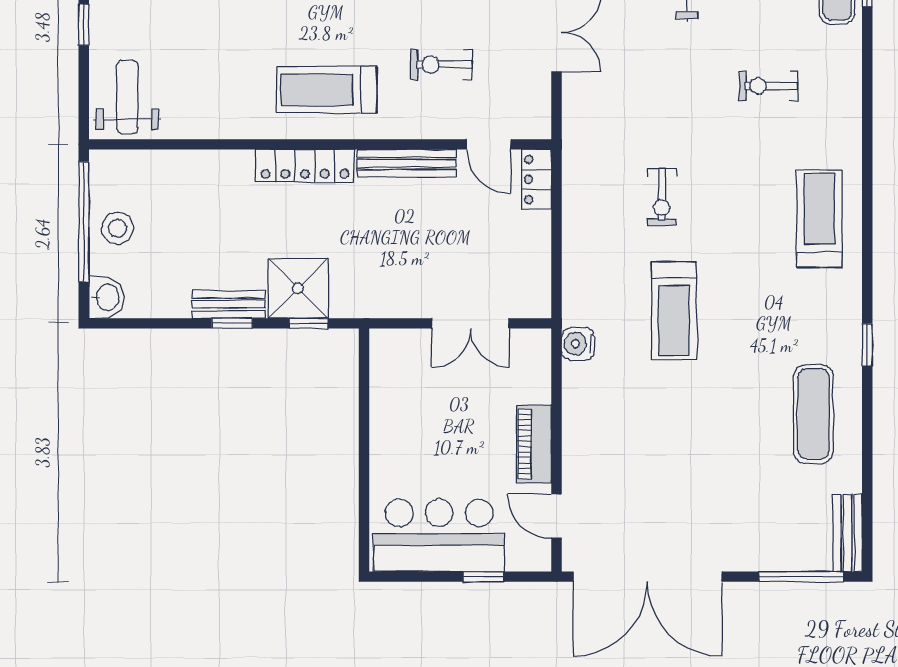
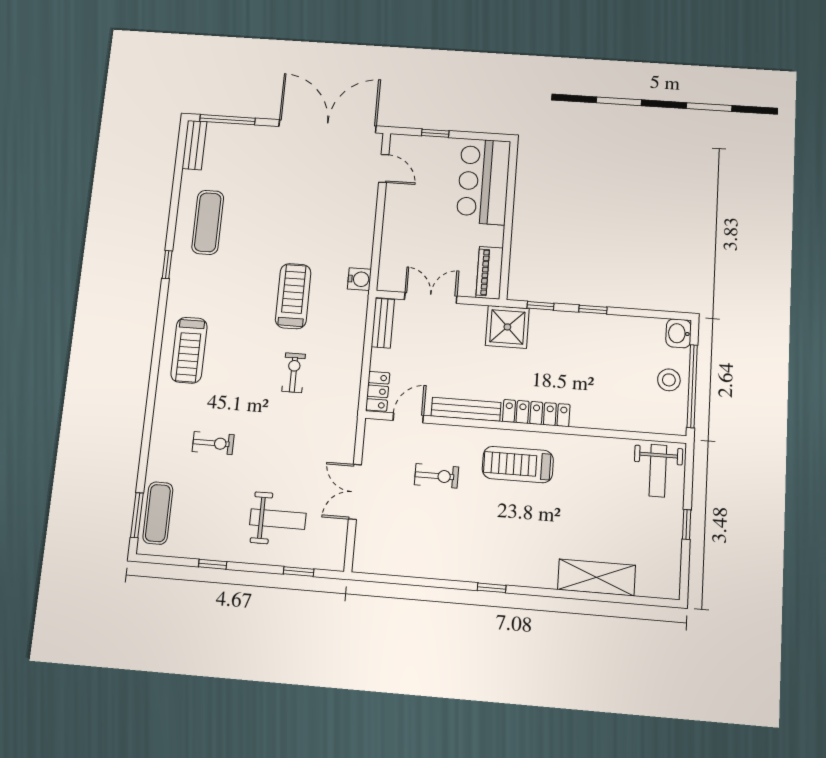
treadmill: (327, 90) -> (518, 465), turned 180
door: (489, 144) -> (408, 418), hinge flipped
shower: (298, 288) -> (507, 327), moved
bench: (229, 304) -> (383, 323), moved, turned 90
piano: (534, 444) -> (490, 273), moved, turned 180
bar counter: (439, 535) -> (483, 181), moved, turned 90

